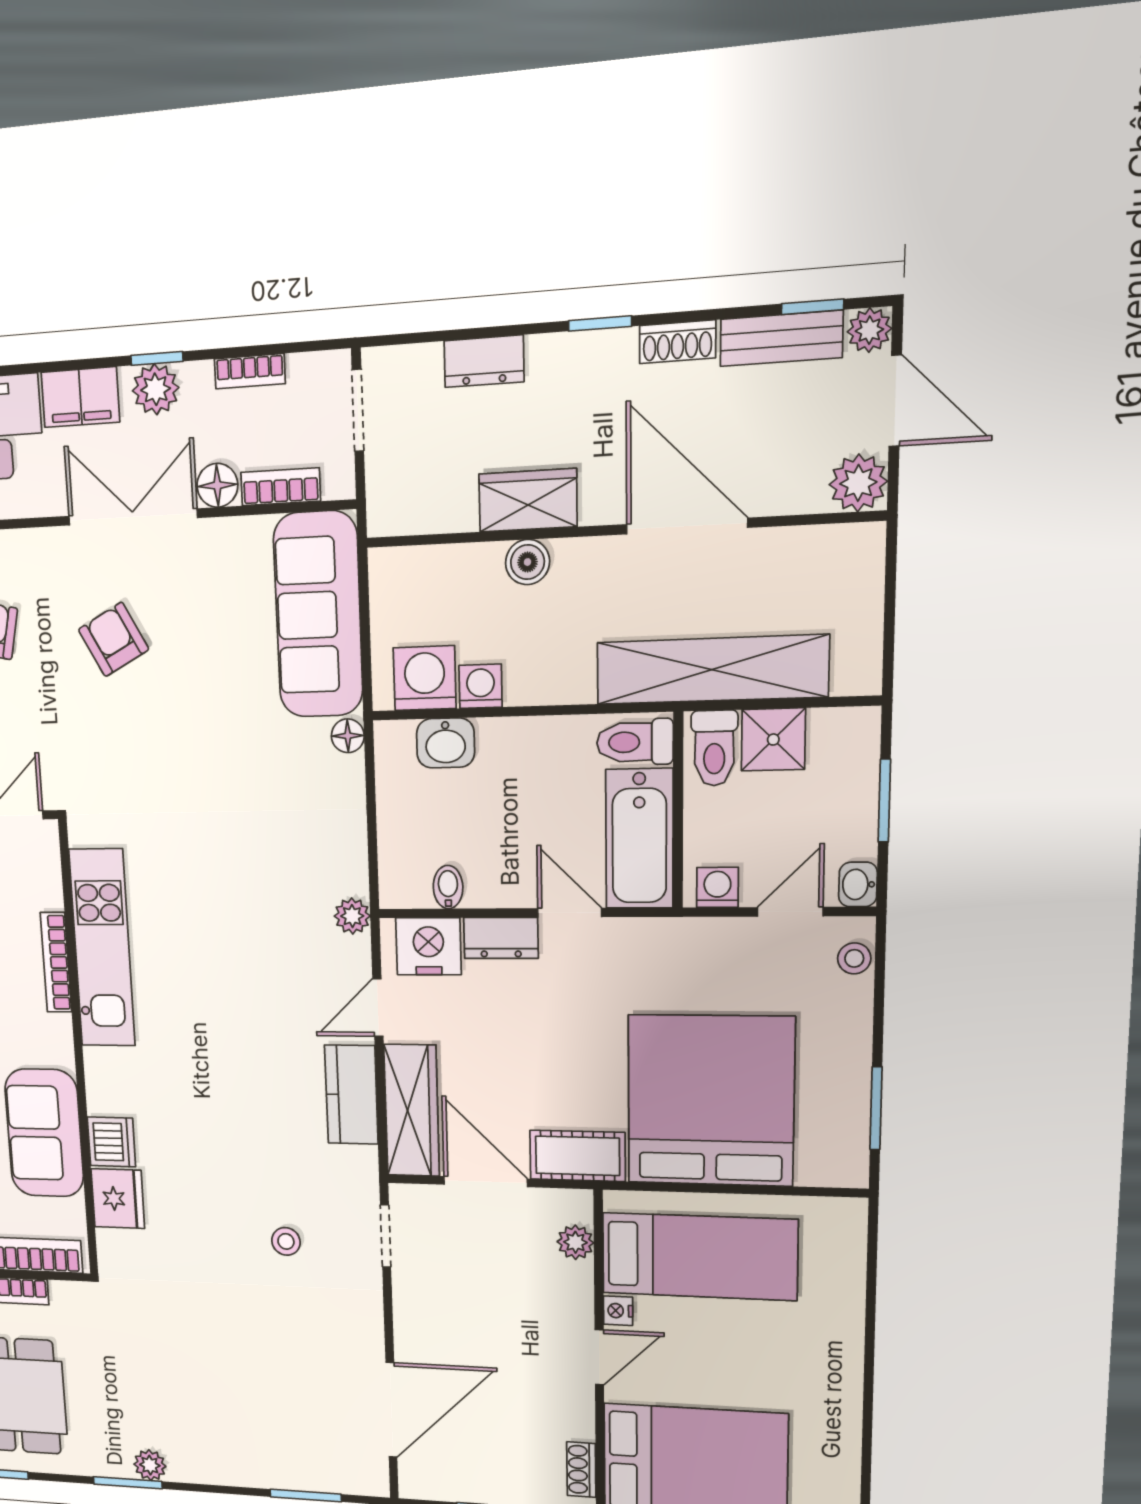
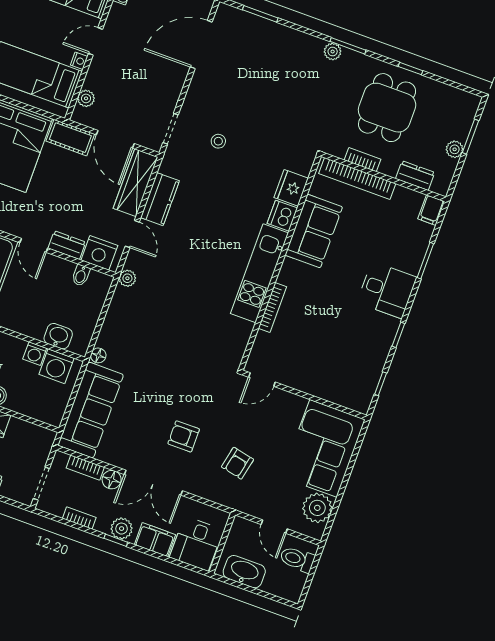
armchair: (114, 639) -> (184, 436), turned 118
kitchen unit: (102, 948) -> (259, 273), moved
door: (378, 1008) -> (132, 234), hinge flipped

